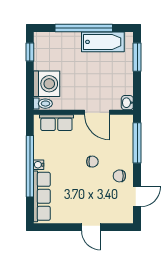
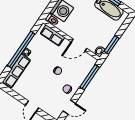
window: (137, 57) -> (112, 45), moved
door: (97, 112) -> (79, 45), hinge flipped

